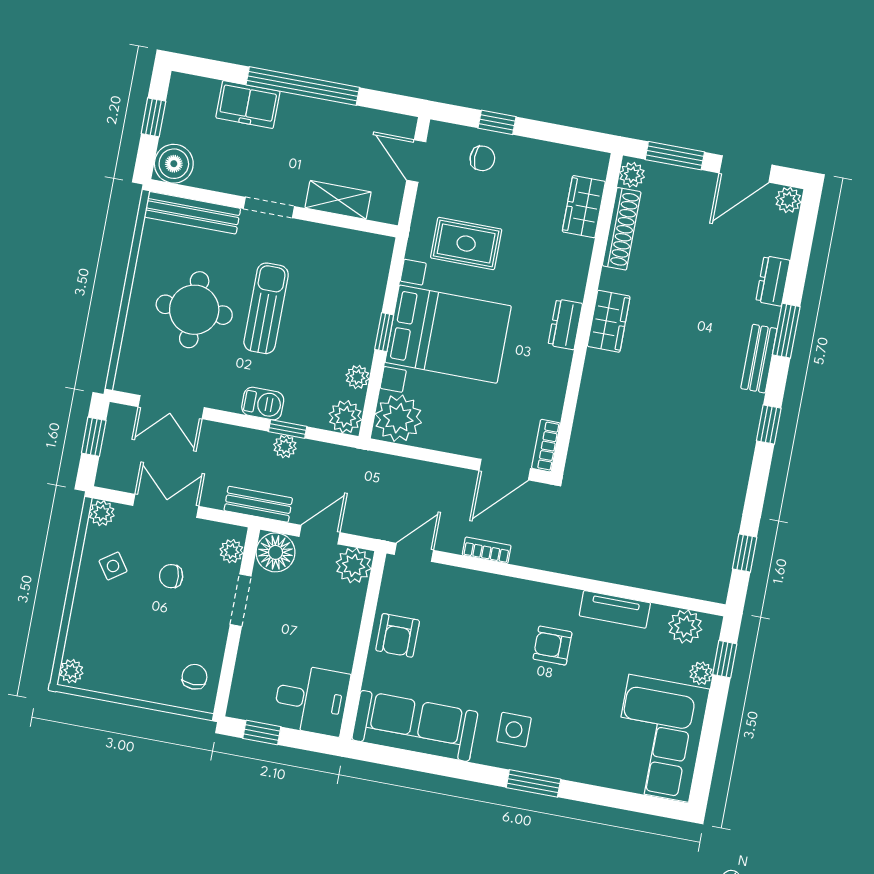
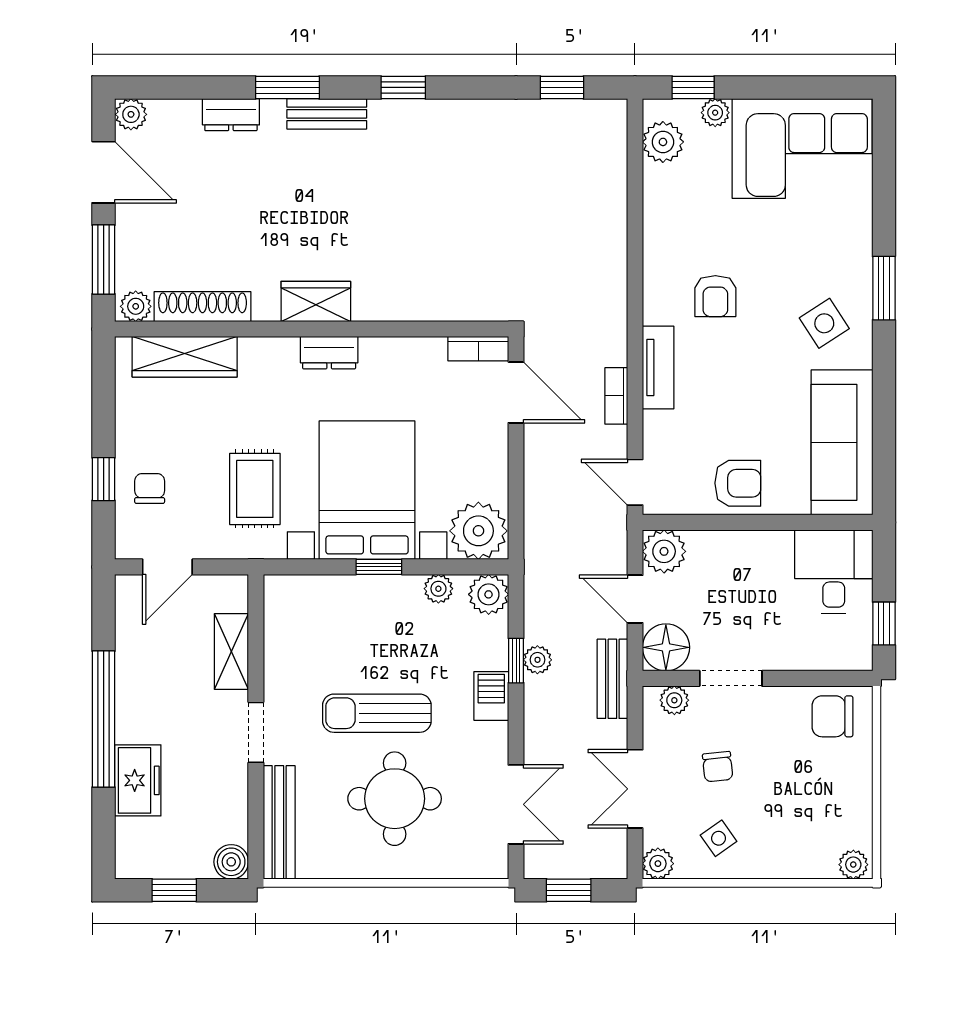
boiler: (174, 164) -> (231, 862), width x0.73, depth x0.73
wardrobe: (584, 207) -> (185, 357), width x1.50
tv unit: (615, 609) -> (658, 367), moved
chair: (194, 677) -> (833, 716), width x1.37, depth x1.37
side table: (514, 730) -> (824, 323), turned -33

